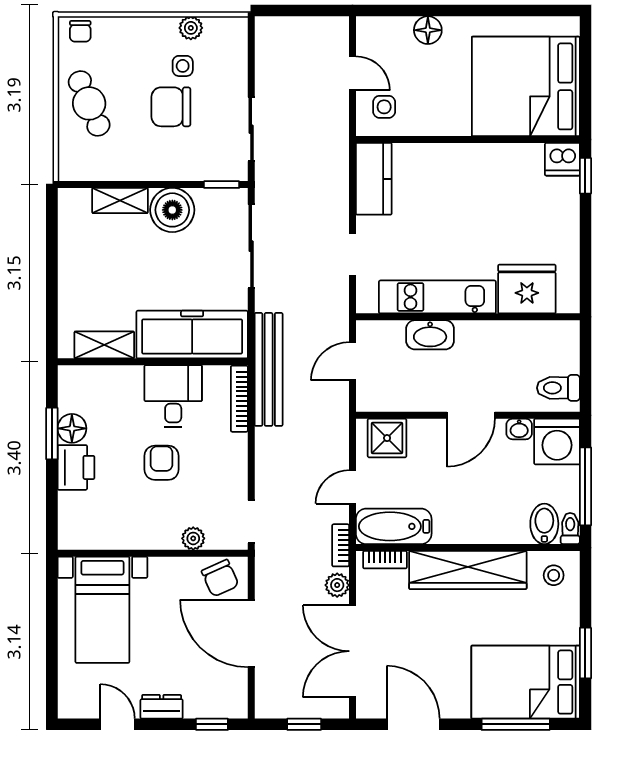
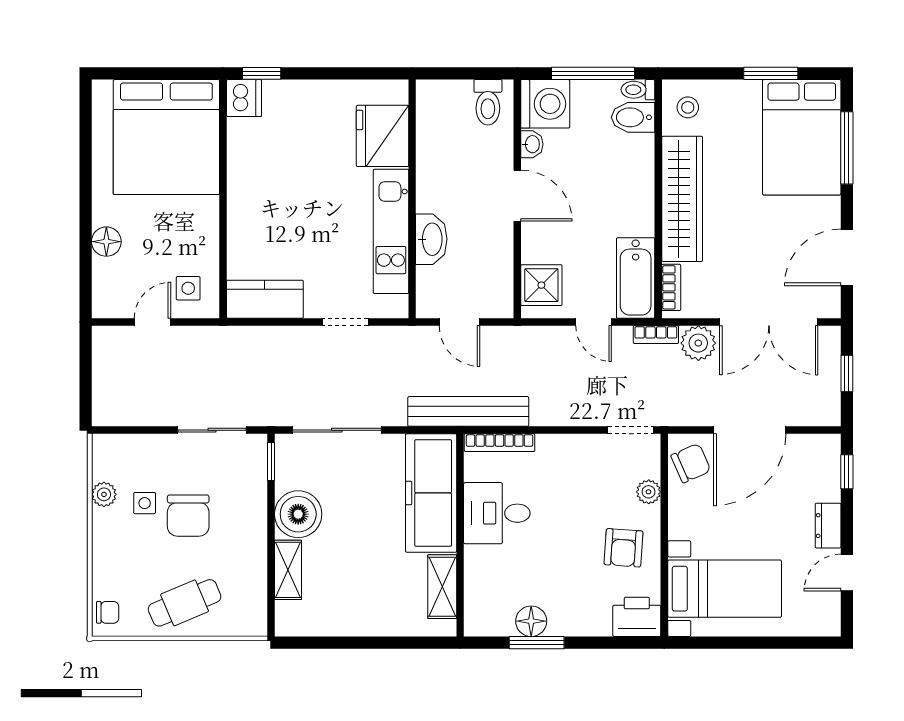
armchair: (162, 463) -> (623, 548), moved, turned -86
printer: (76, 467) -> (637, 617), moved
plant: (337, 585) -> (698, 343), width x1.38, depth x1.38

